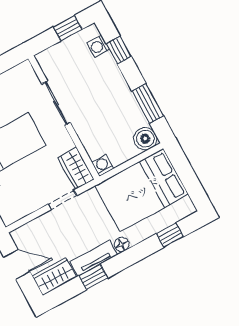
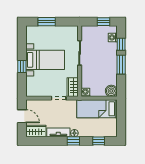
window: (148, 103) -> (121, 65), moved
bed: (142, 190) -> (97, 109), width x0.67
window: (93, 277) -> (73, 141), moved

